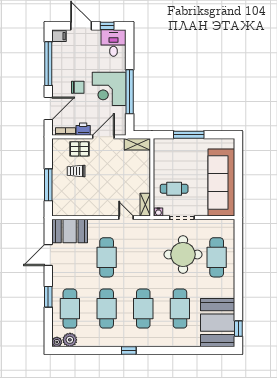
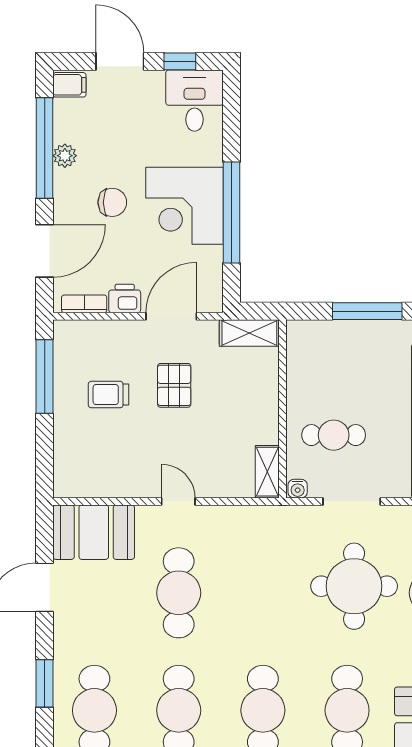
plant: (57, 67) -> (65, 156), added
pallet: (79, 149) -> (174, 385), moved, turned 90
window: (48, 185) -> (45, 376), moved
door: (126, 218) -> (178, 501), moved

